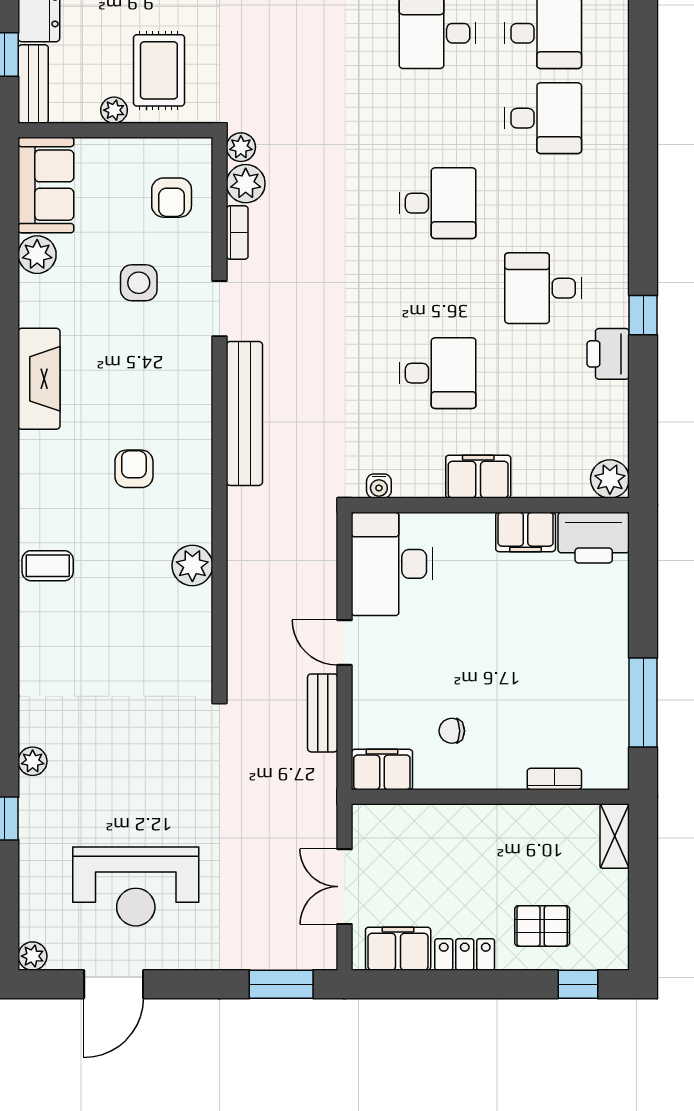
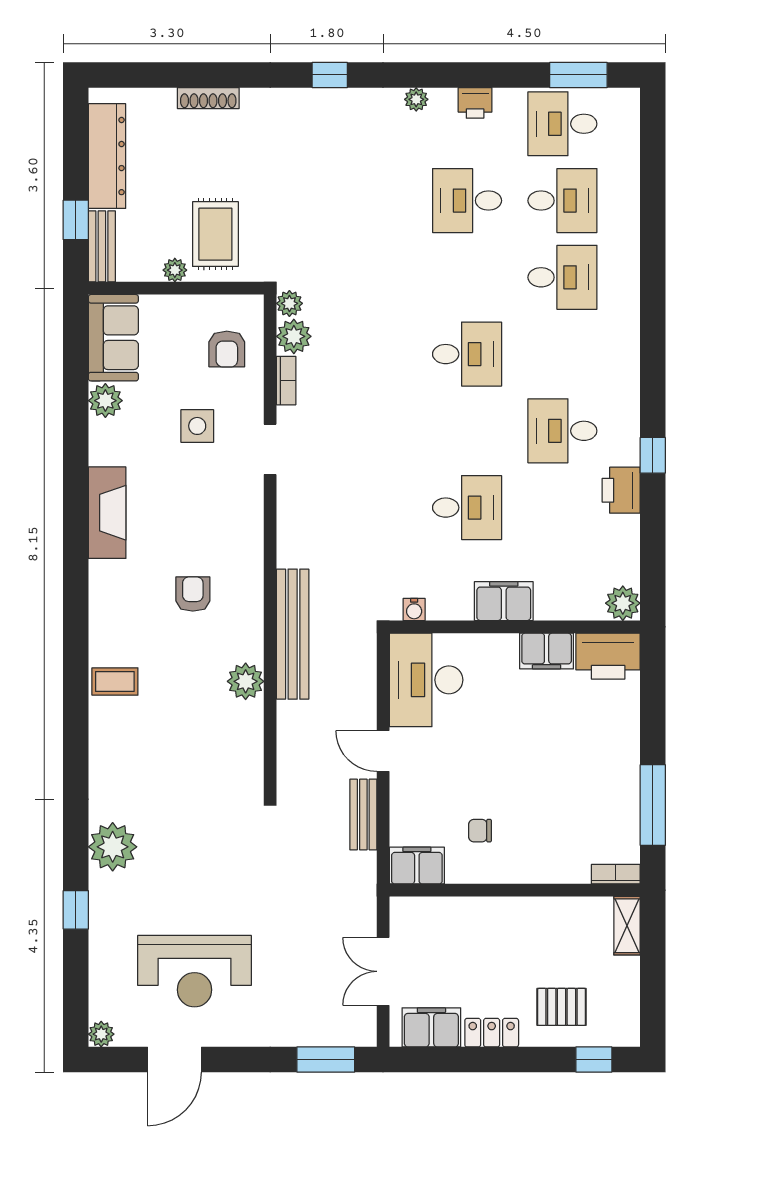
bench: (244, 413) -> (293, 634), moved
plant: (33, 761) -> (113, 847), width x1.87, depth x1.87
bookcase: (554, 779) -> (616, 874), moved

